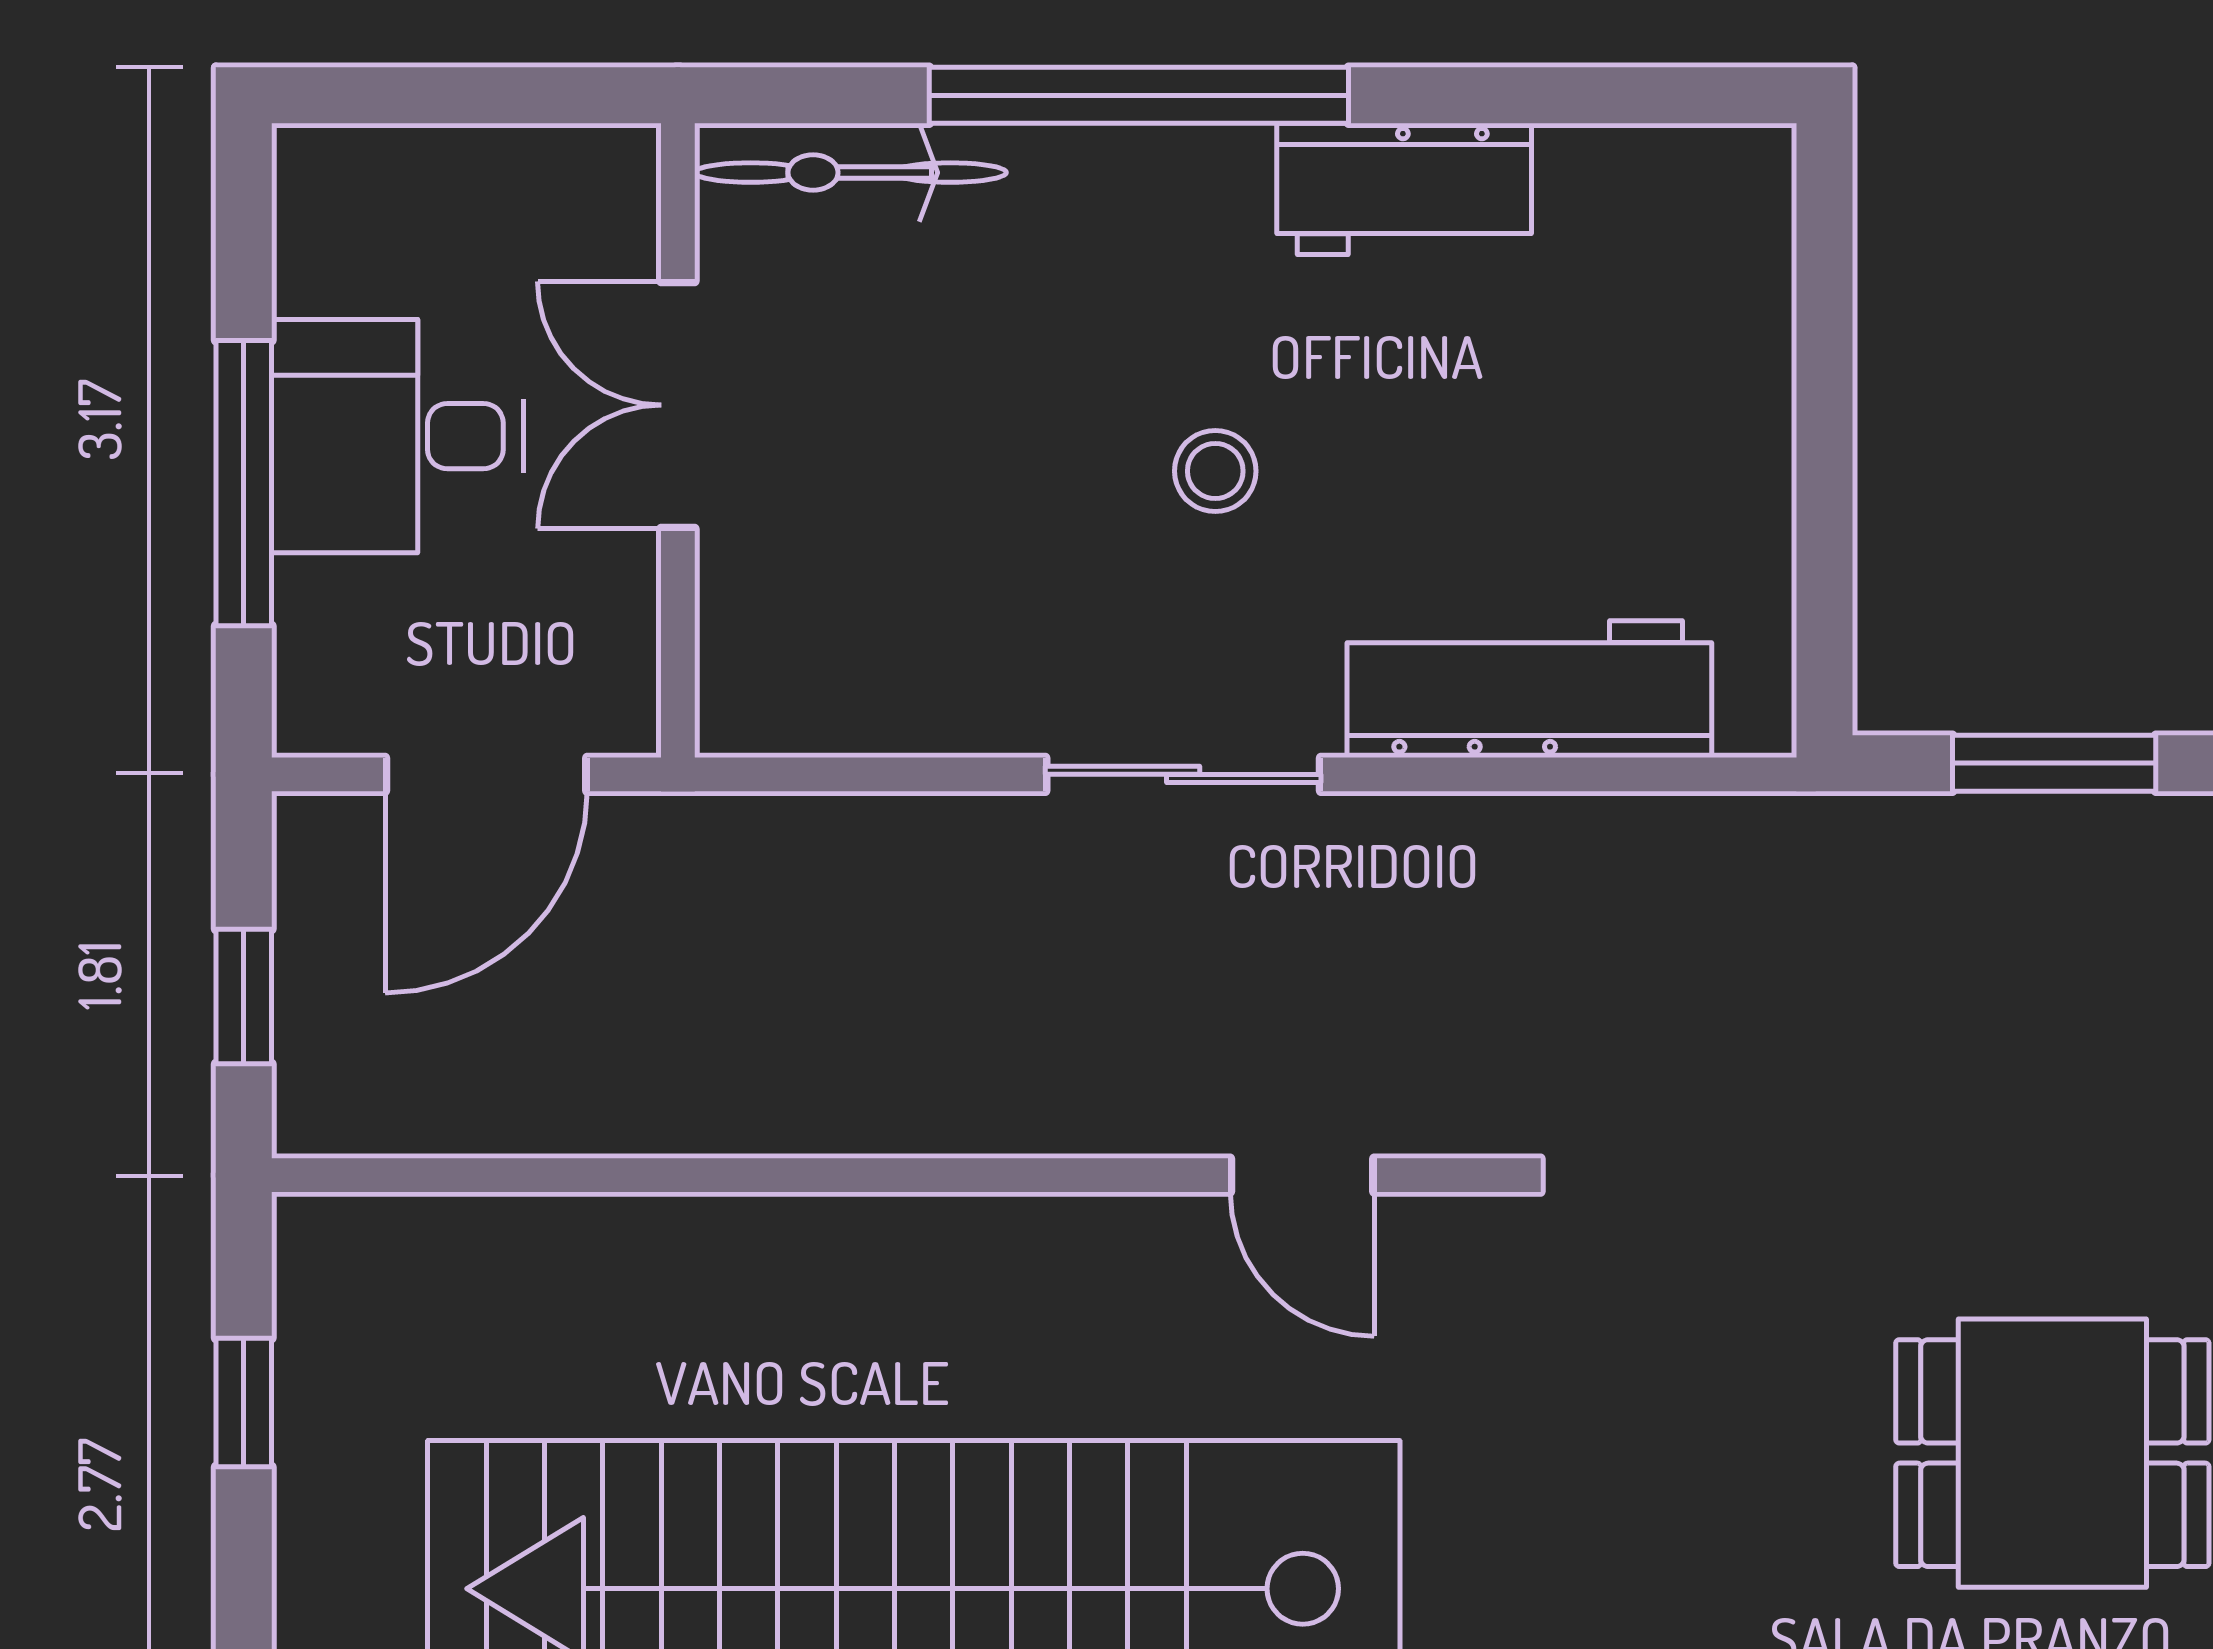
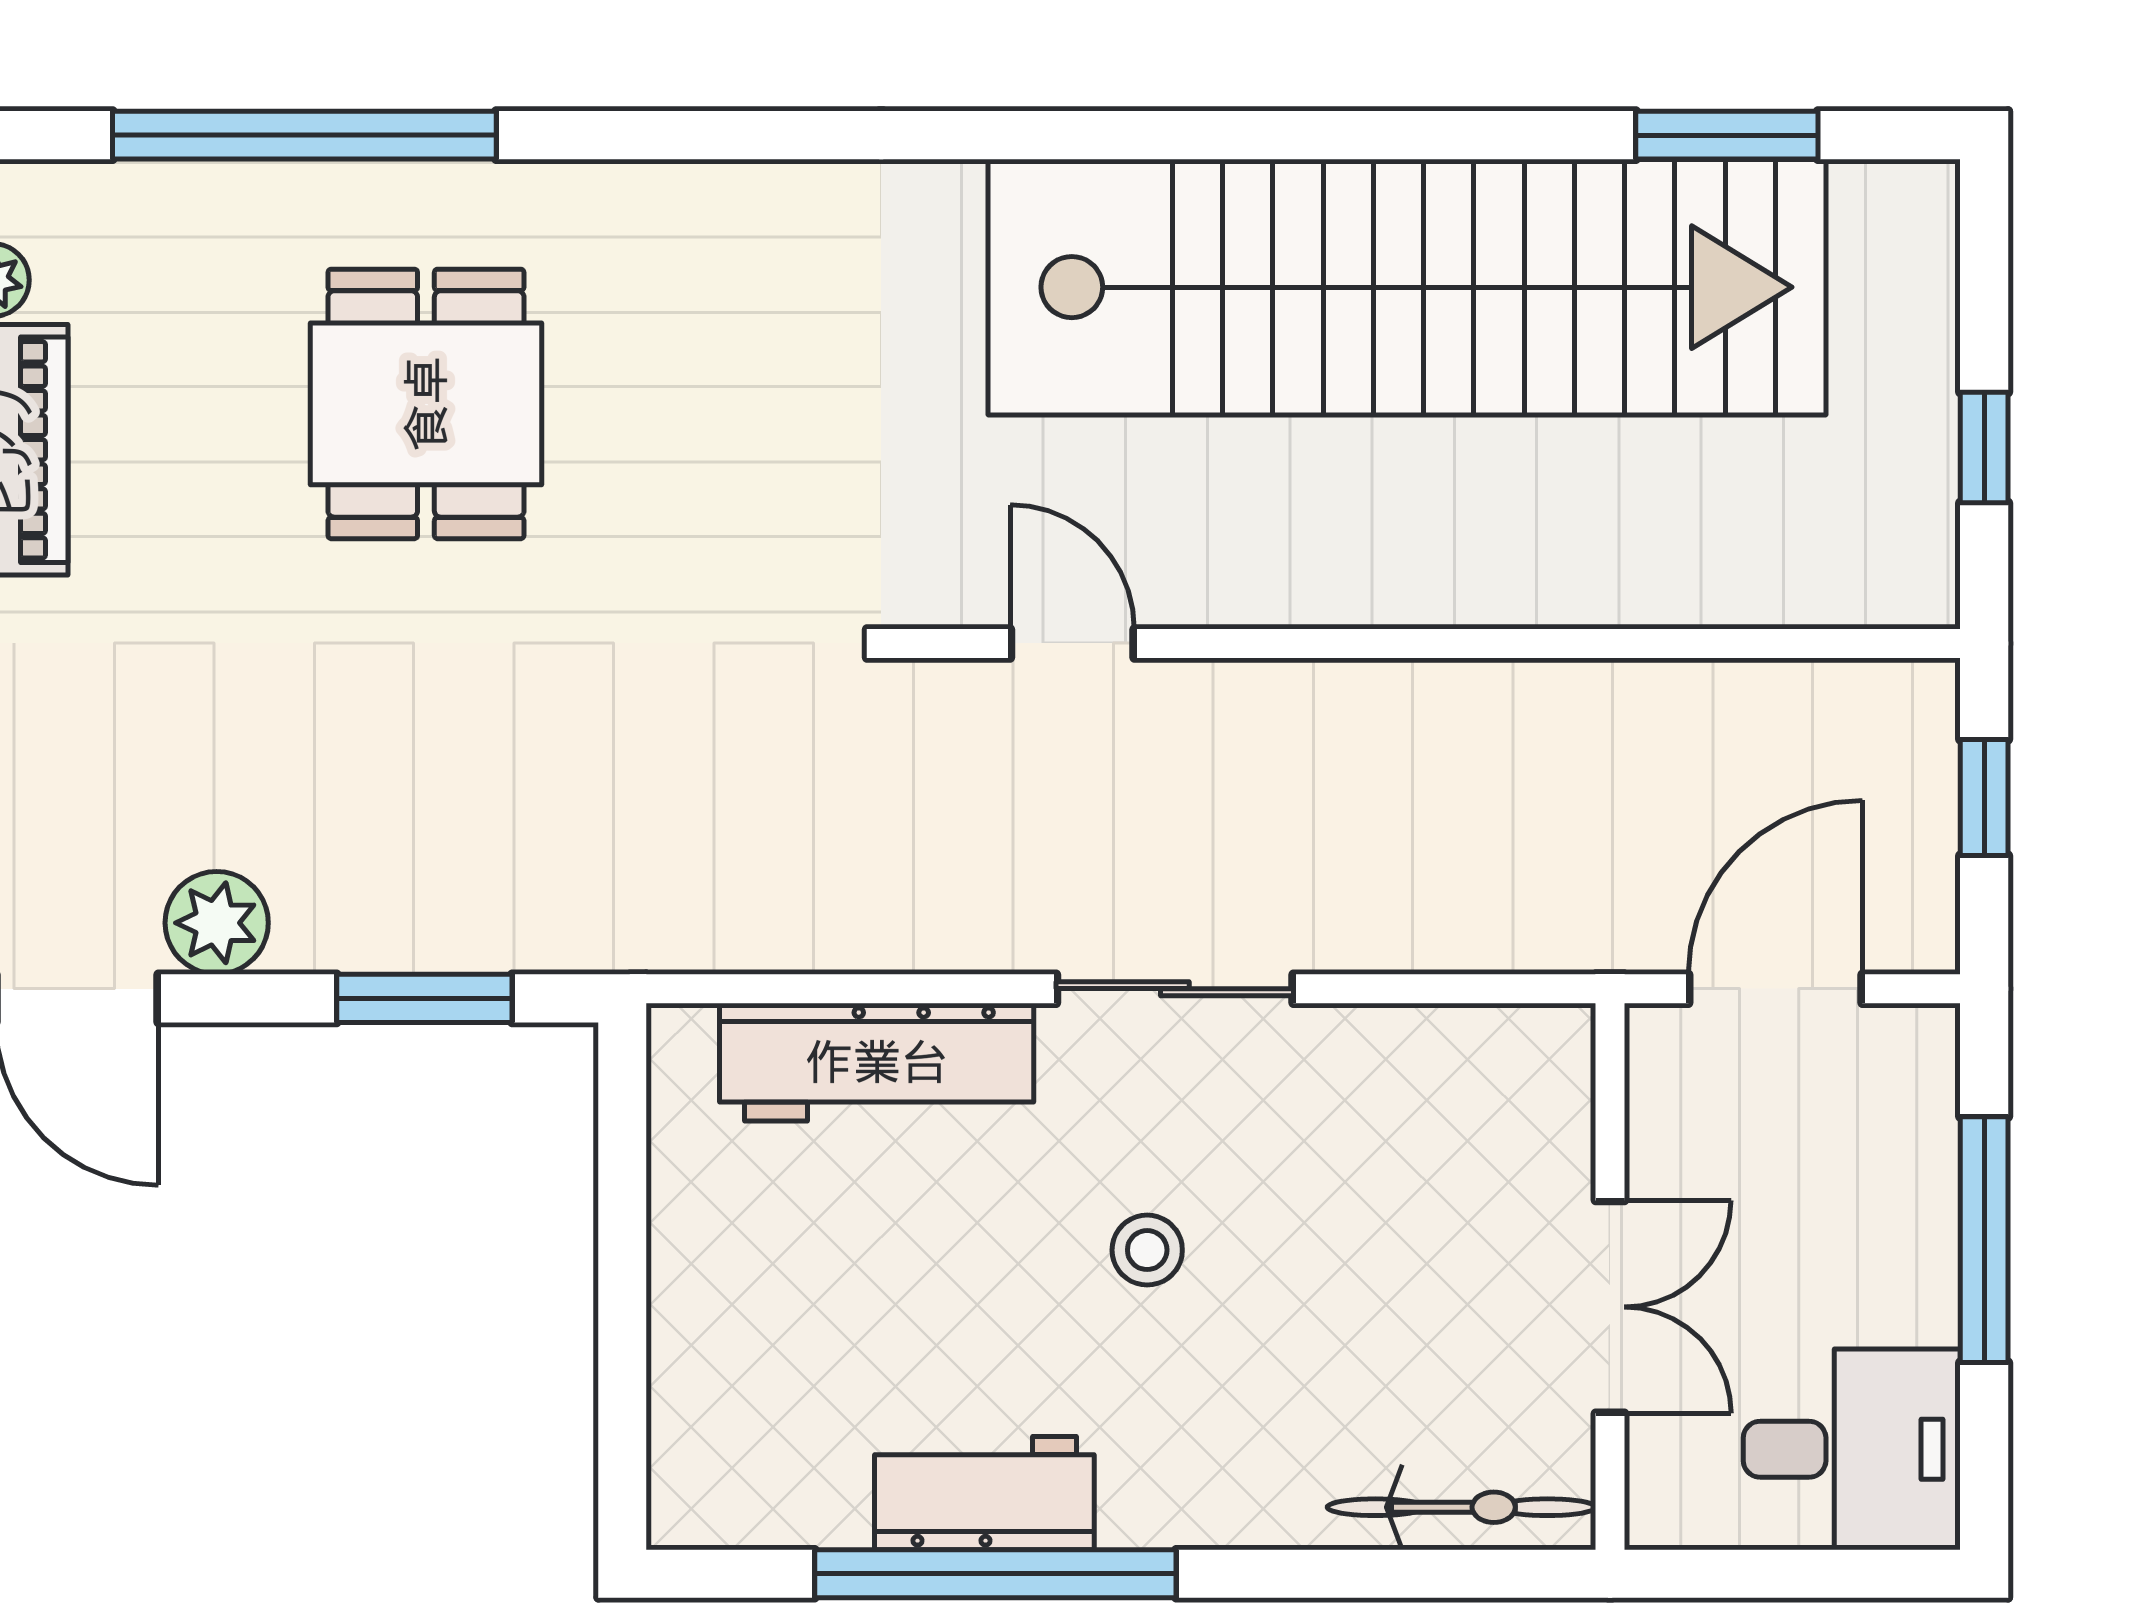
window: (1139, 95) -> (995, 1574), moved
desk: (397, 436) -> (1852, 1449), moved
dining table: (2052, 1453) -> (426, 404), turned 90

